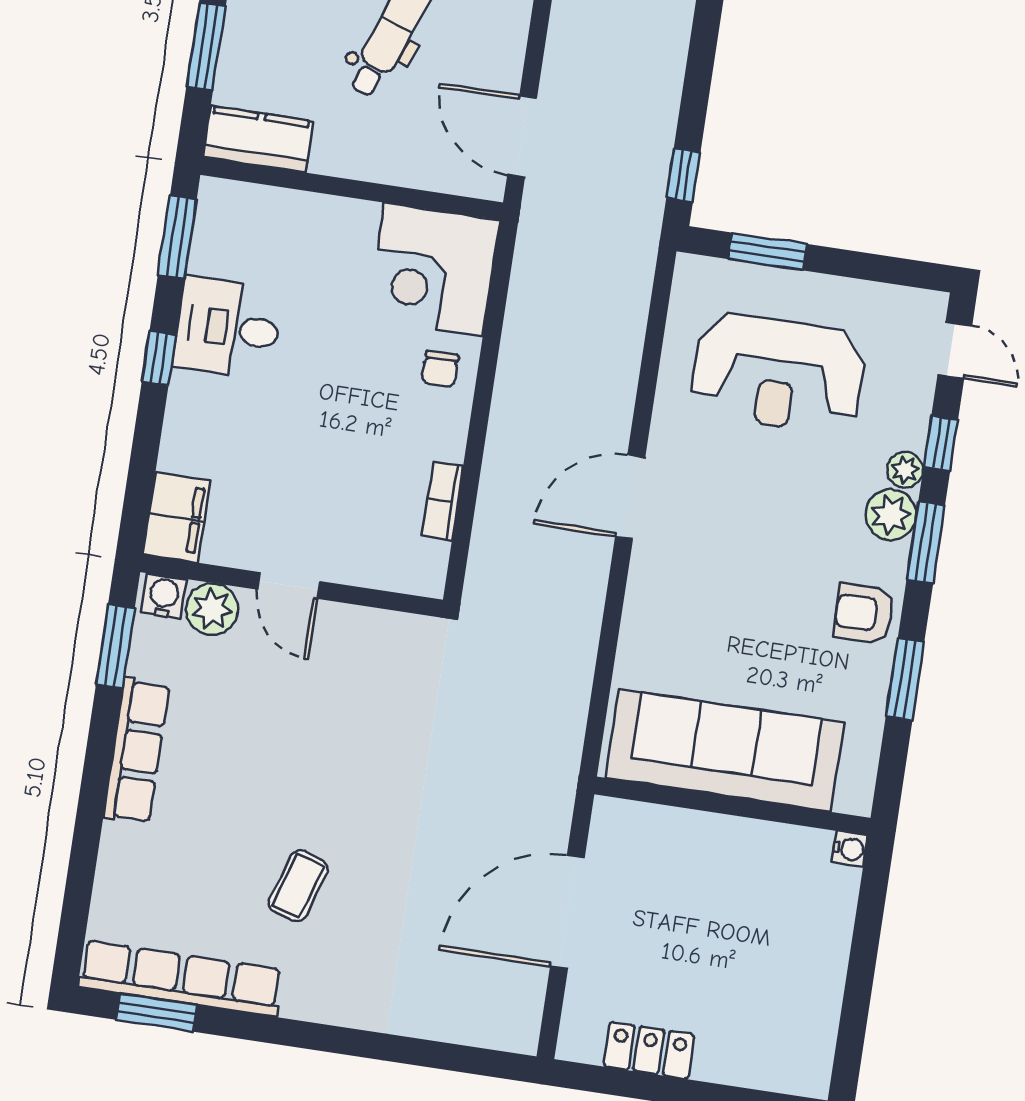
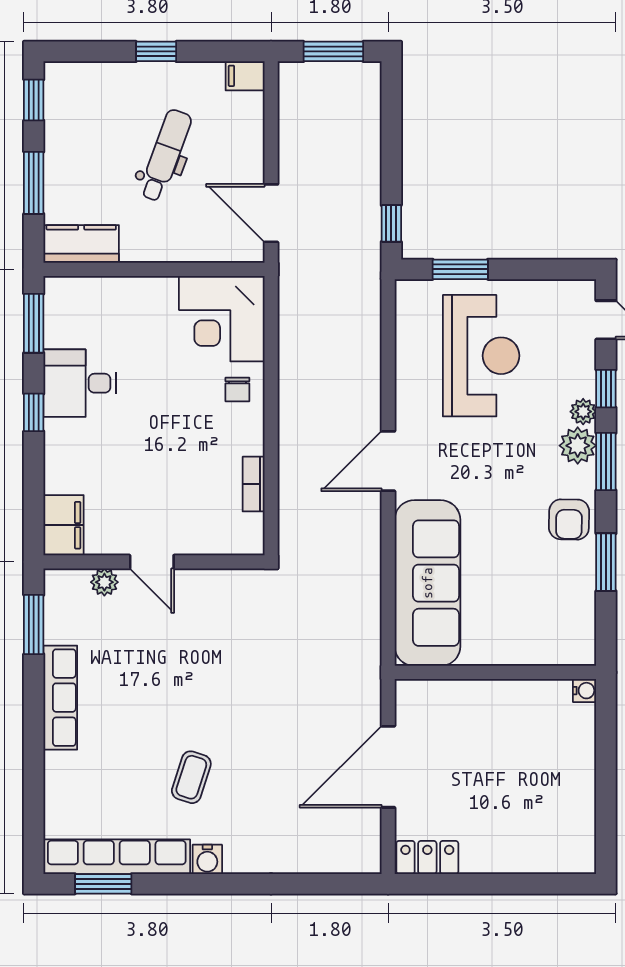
reception desk: (778, 373) -> (481, 356), turned -90
water cooler: (164, 596) -> (207, 859), moved, turned 180
plant: (212, 609) -> (104, 582), width x0.73, depth x0.73
armchair: (864, 613) -> (569, 519), turned -89
sofa: (725, 750) -> (427, 583), moved, turned 90
locker: (649, 1050) -> (427, 857), moved

